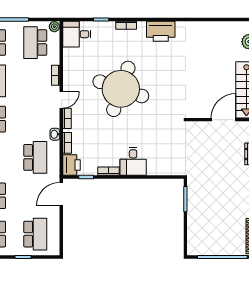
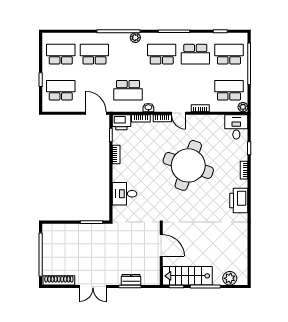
door: (223, 120) -> (161, 245), moved
desk: (133, 161) -> (125, 194), moved
school desk: (35, 234) -> (61, 90), turned 180

